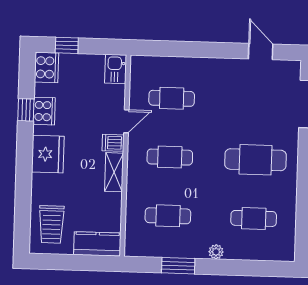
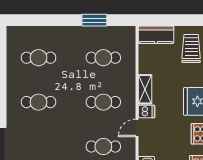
cafe table: (256, 160) -> (38, 102), width x0.73, depth x0.74
plant: (216, 252) -> (66, 32), removed

